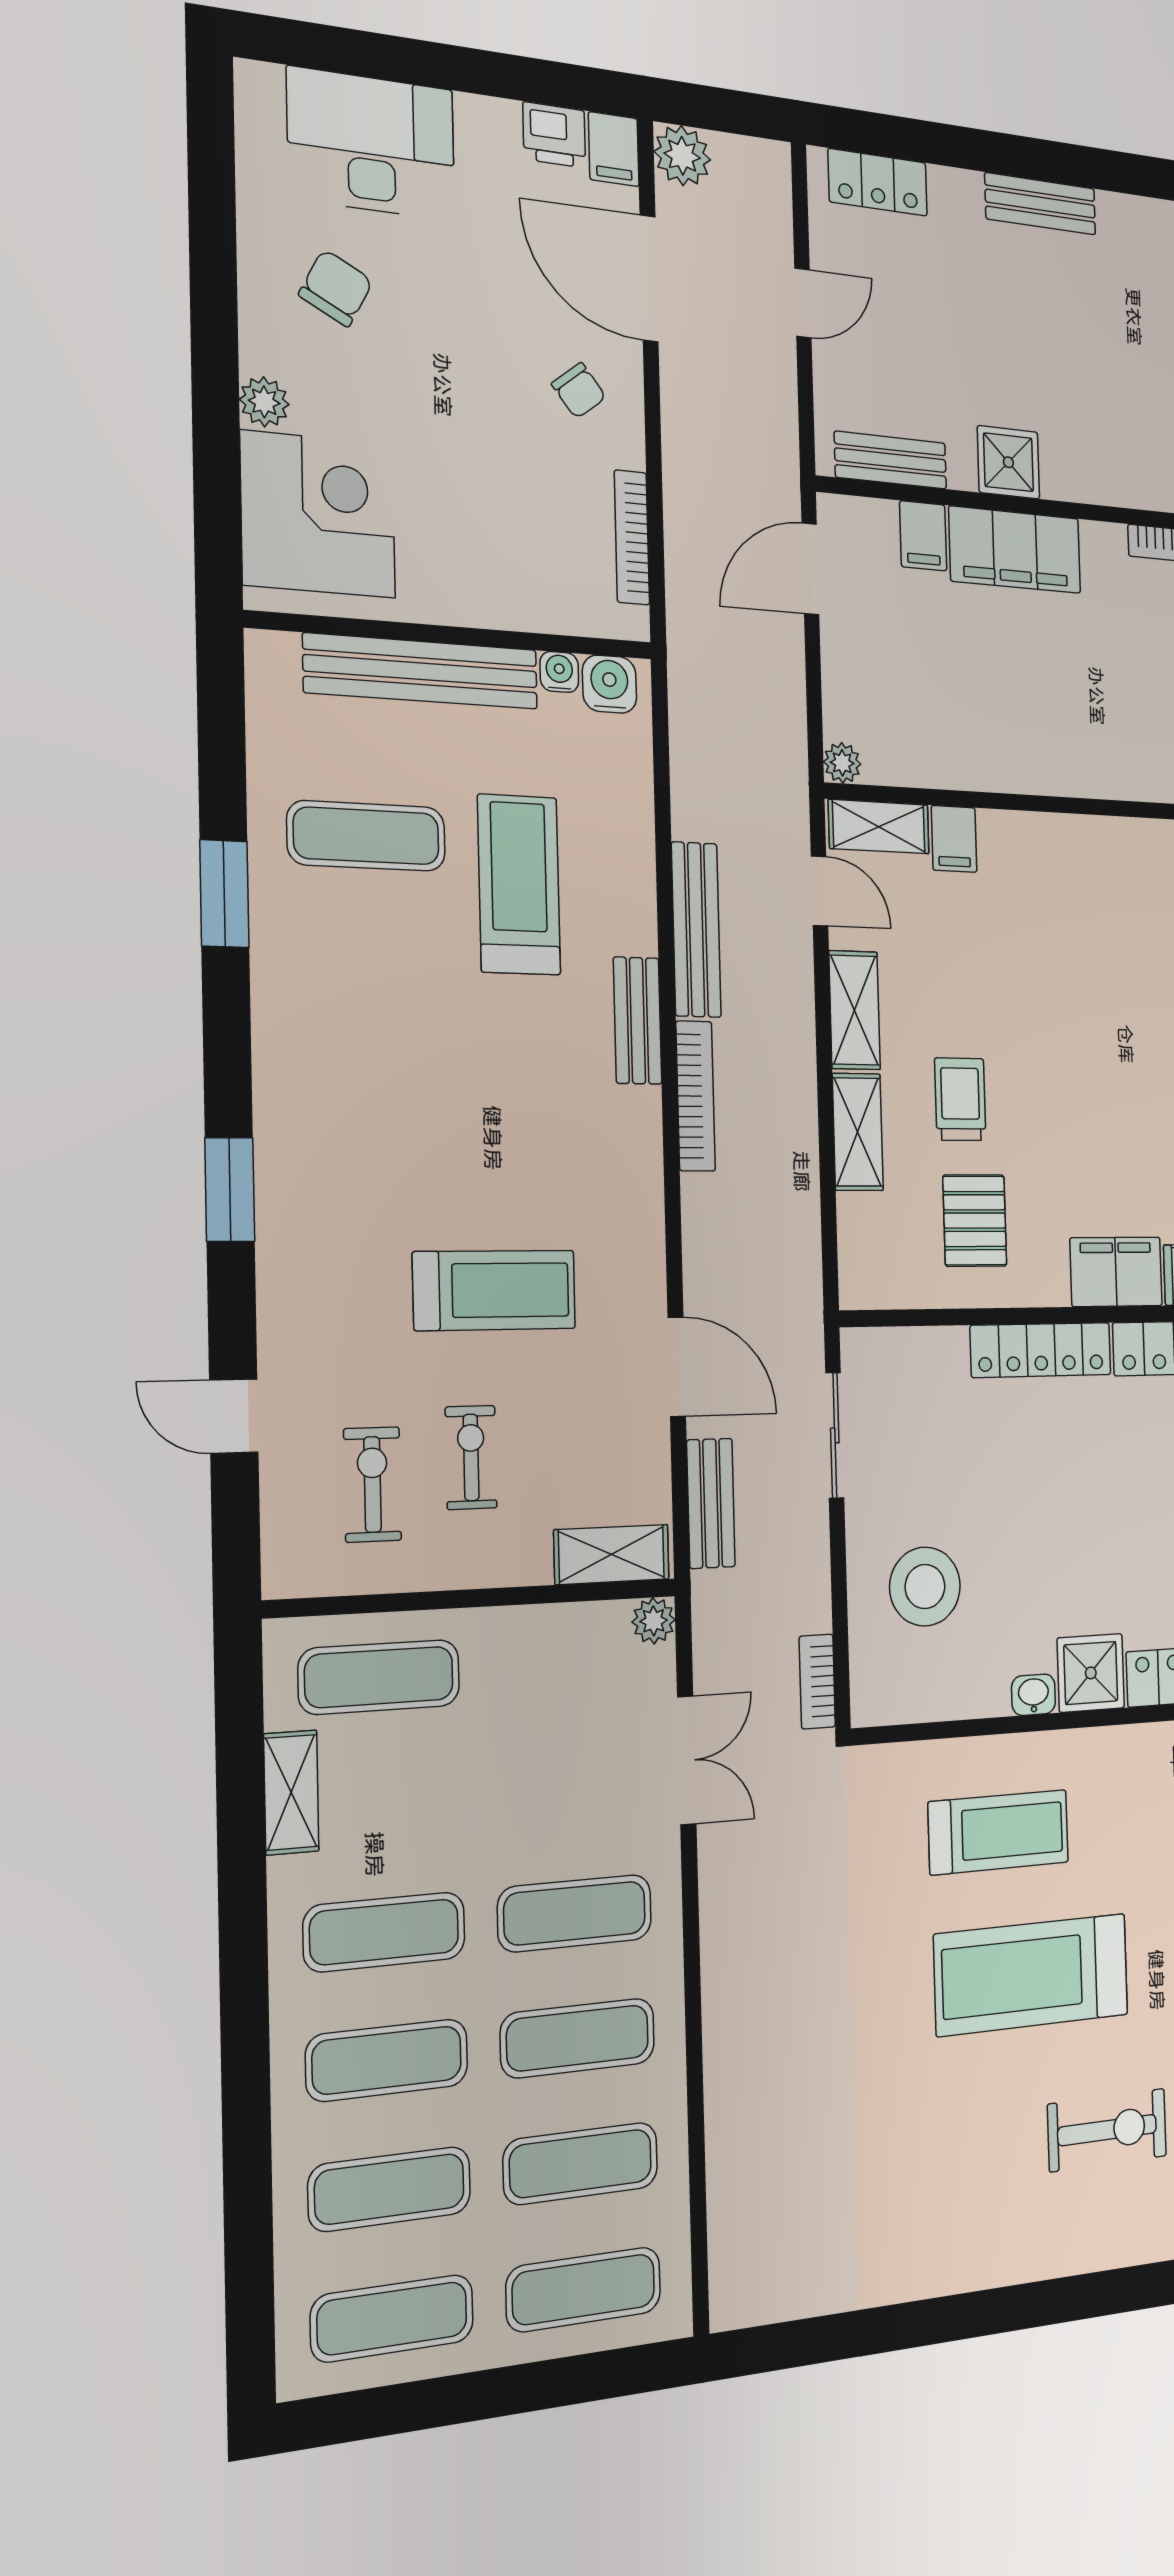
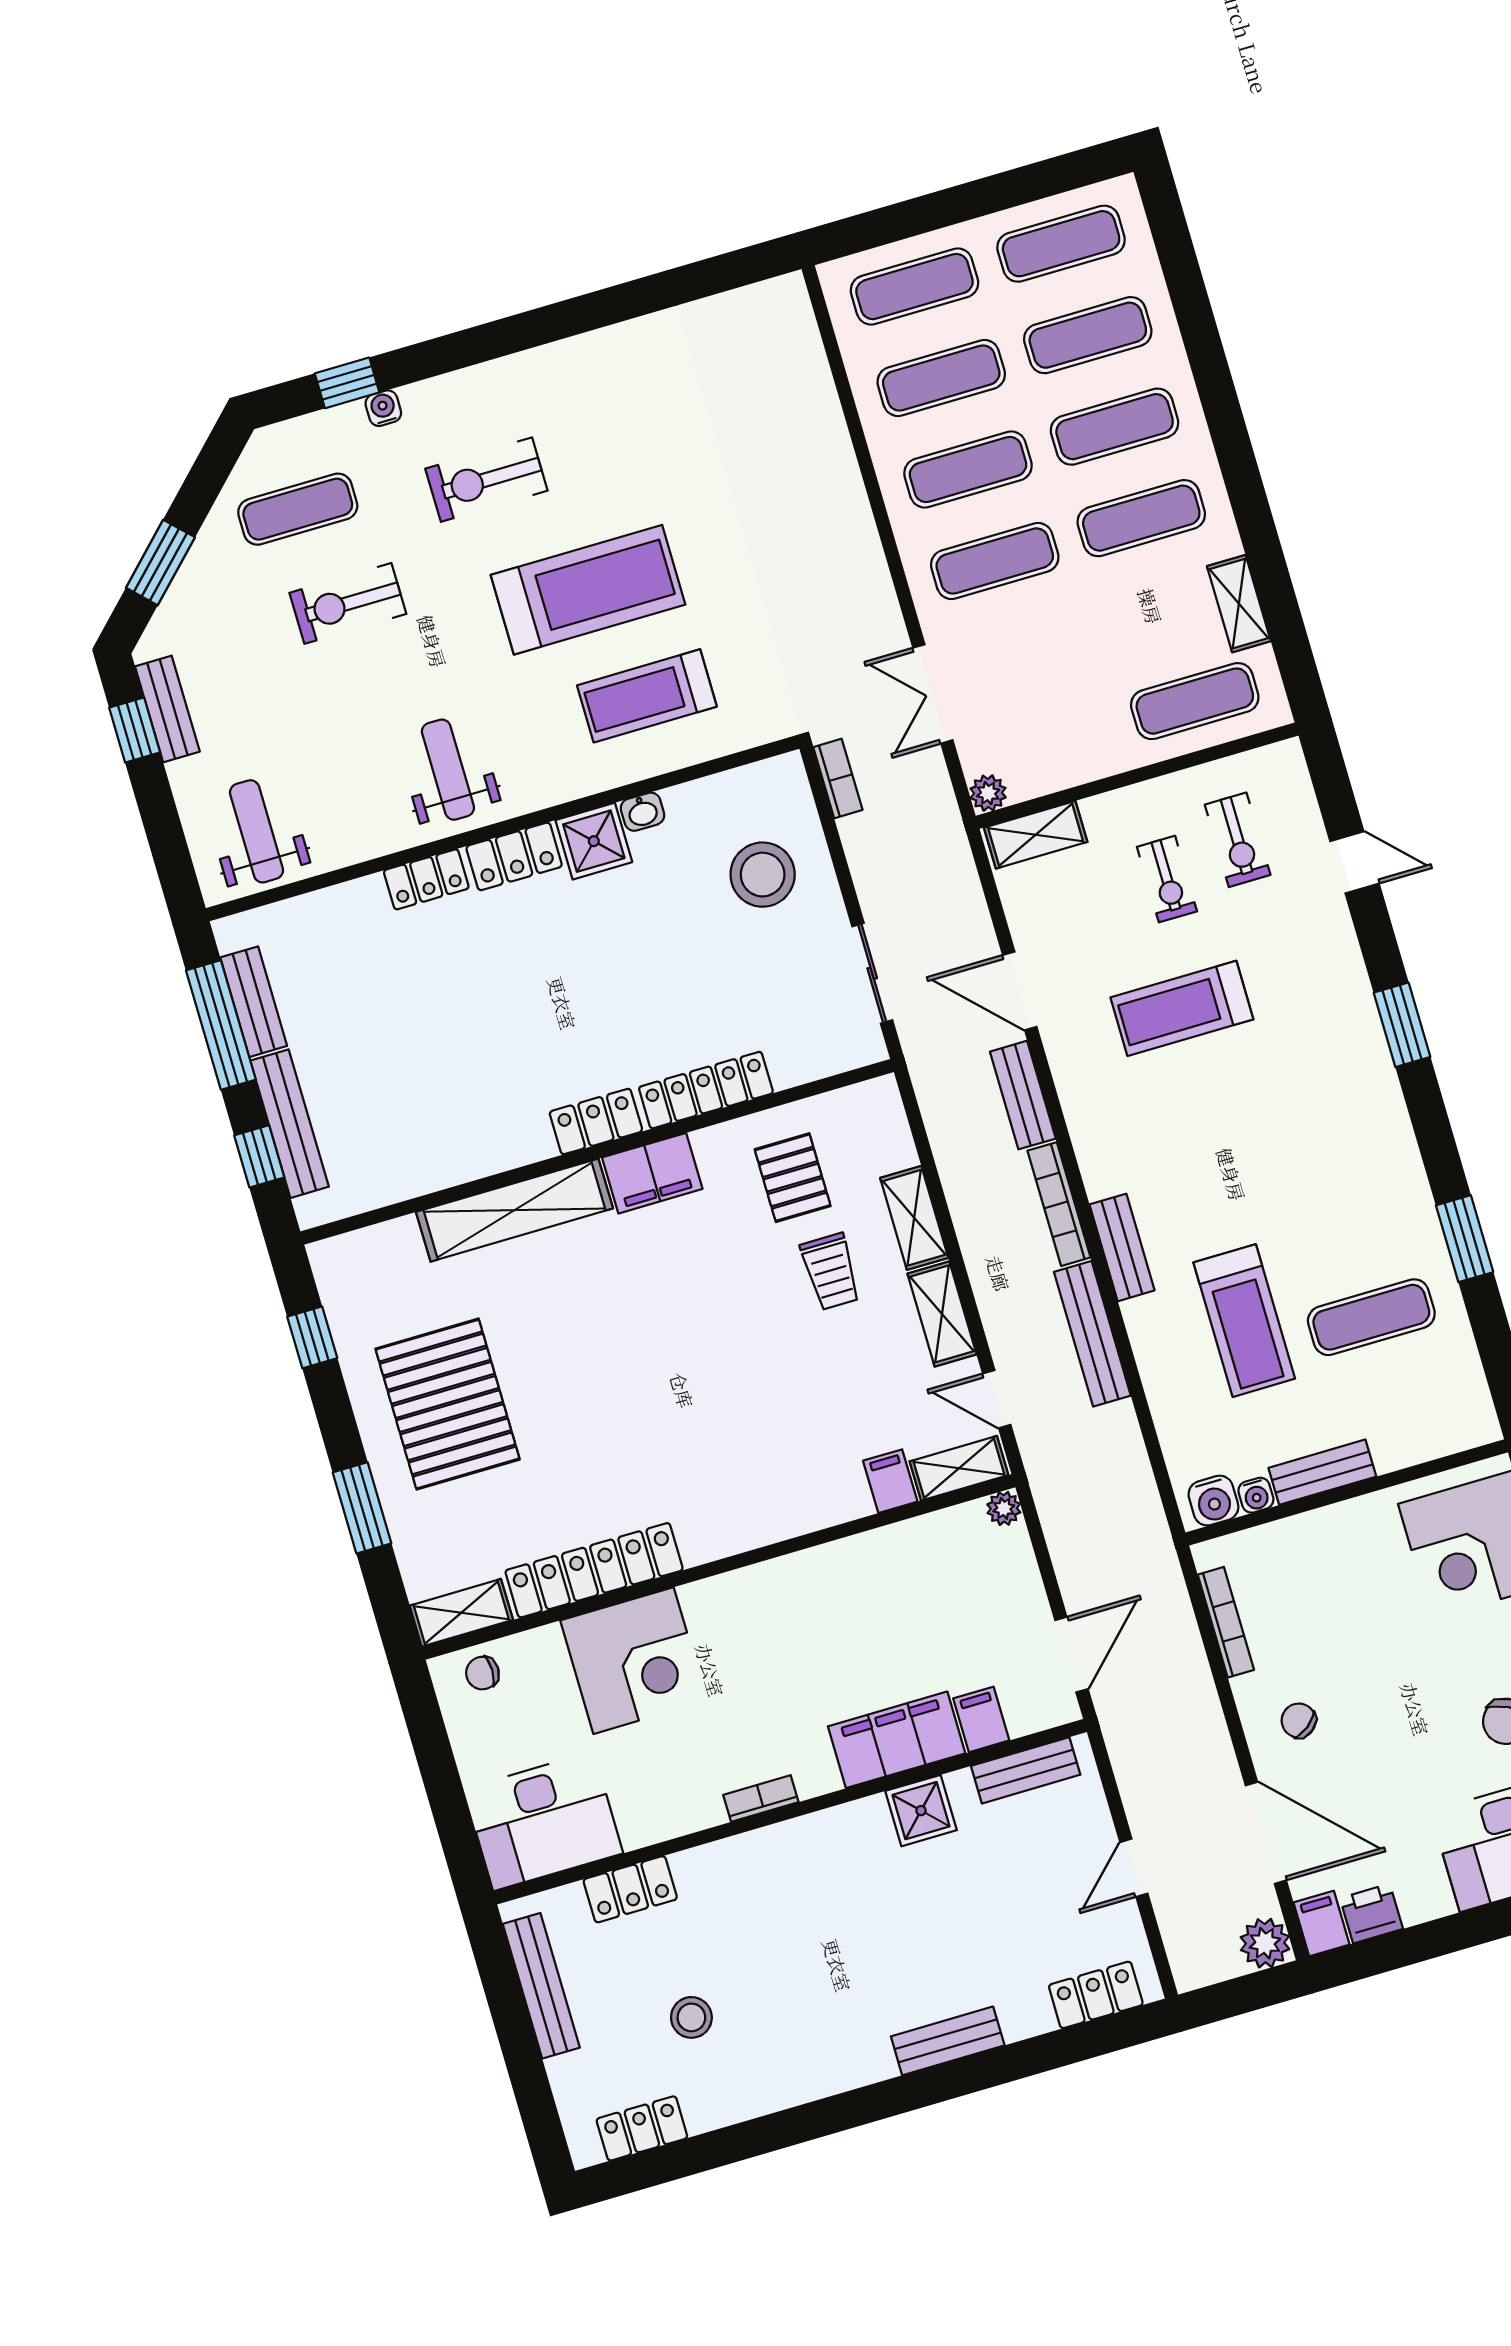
bench: (421, 671) -> (1322, 1472), width x0.54, depth x0.82
bench: (711, 1503) -> (1023, 1095), moved

